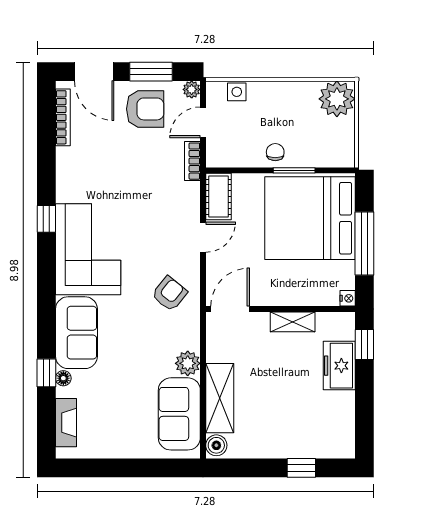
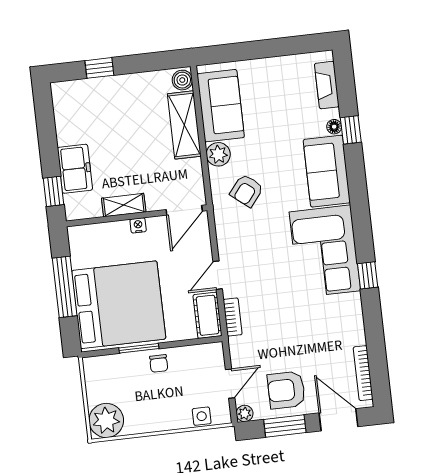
bookcase: (192, 161) -> (233, 317), moved
armchair: (170, 294) -> (247, 191), moved
nightstand: (348, 298) -> (138, 225), moved, turned 90

